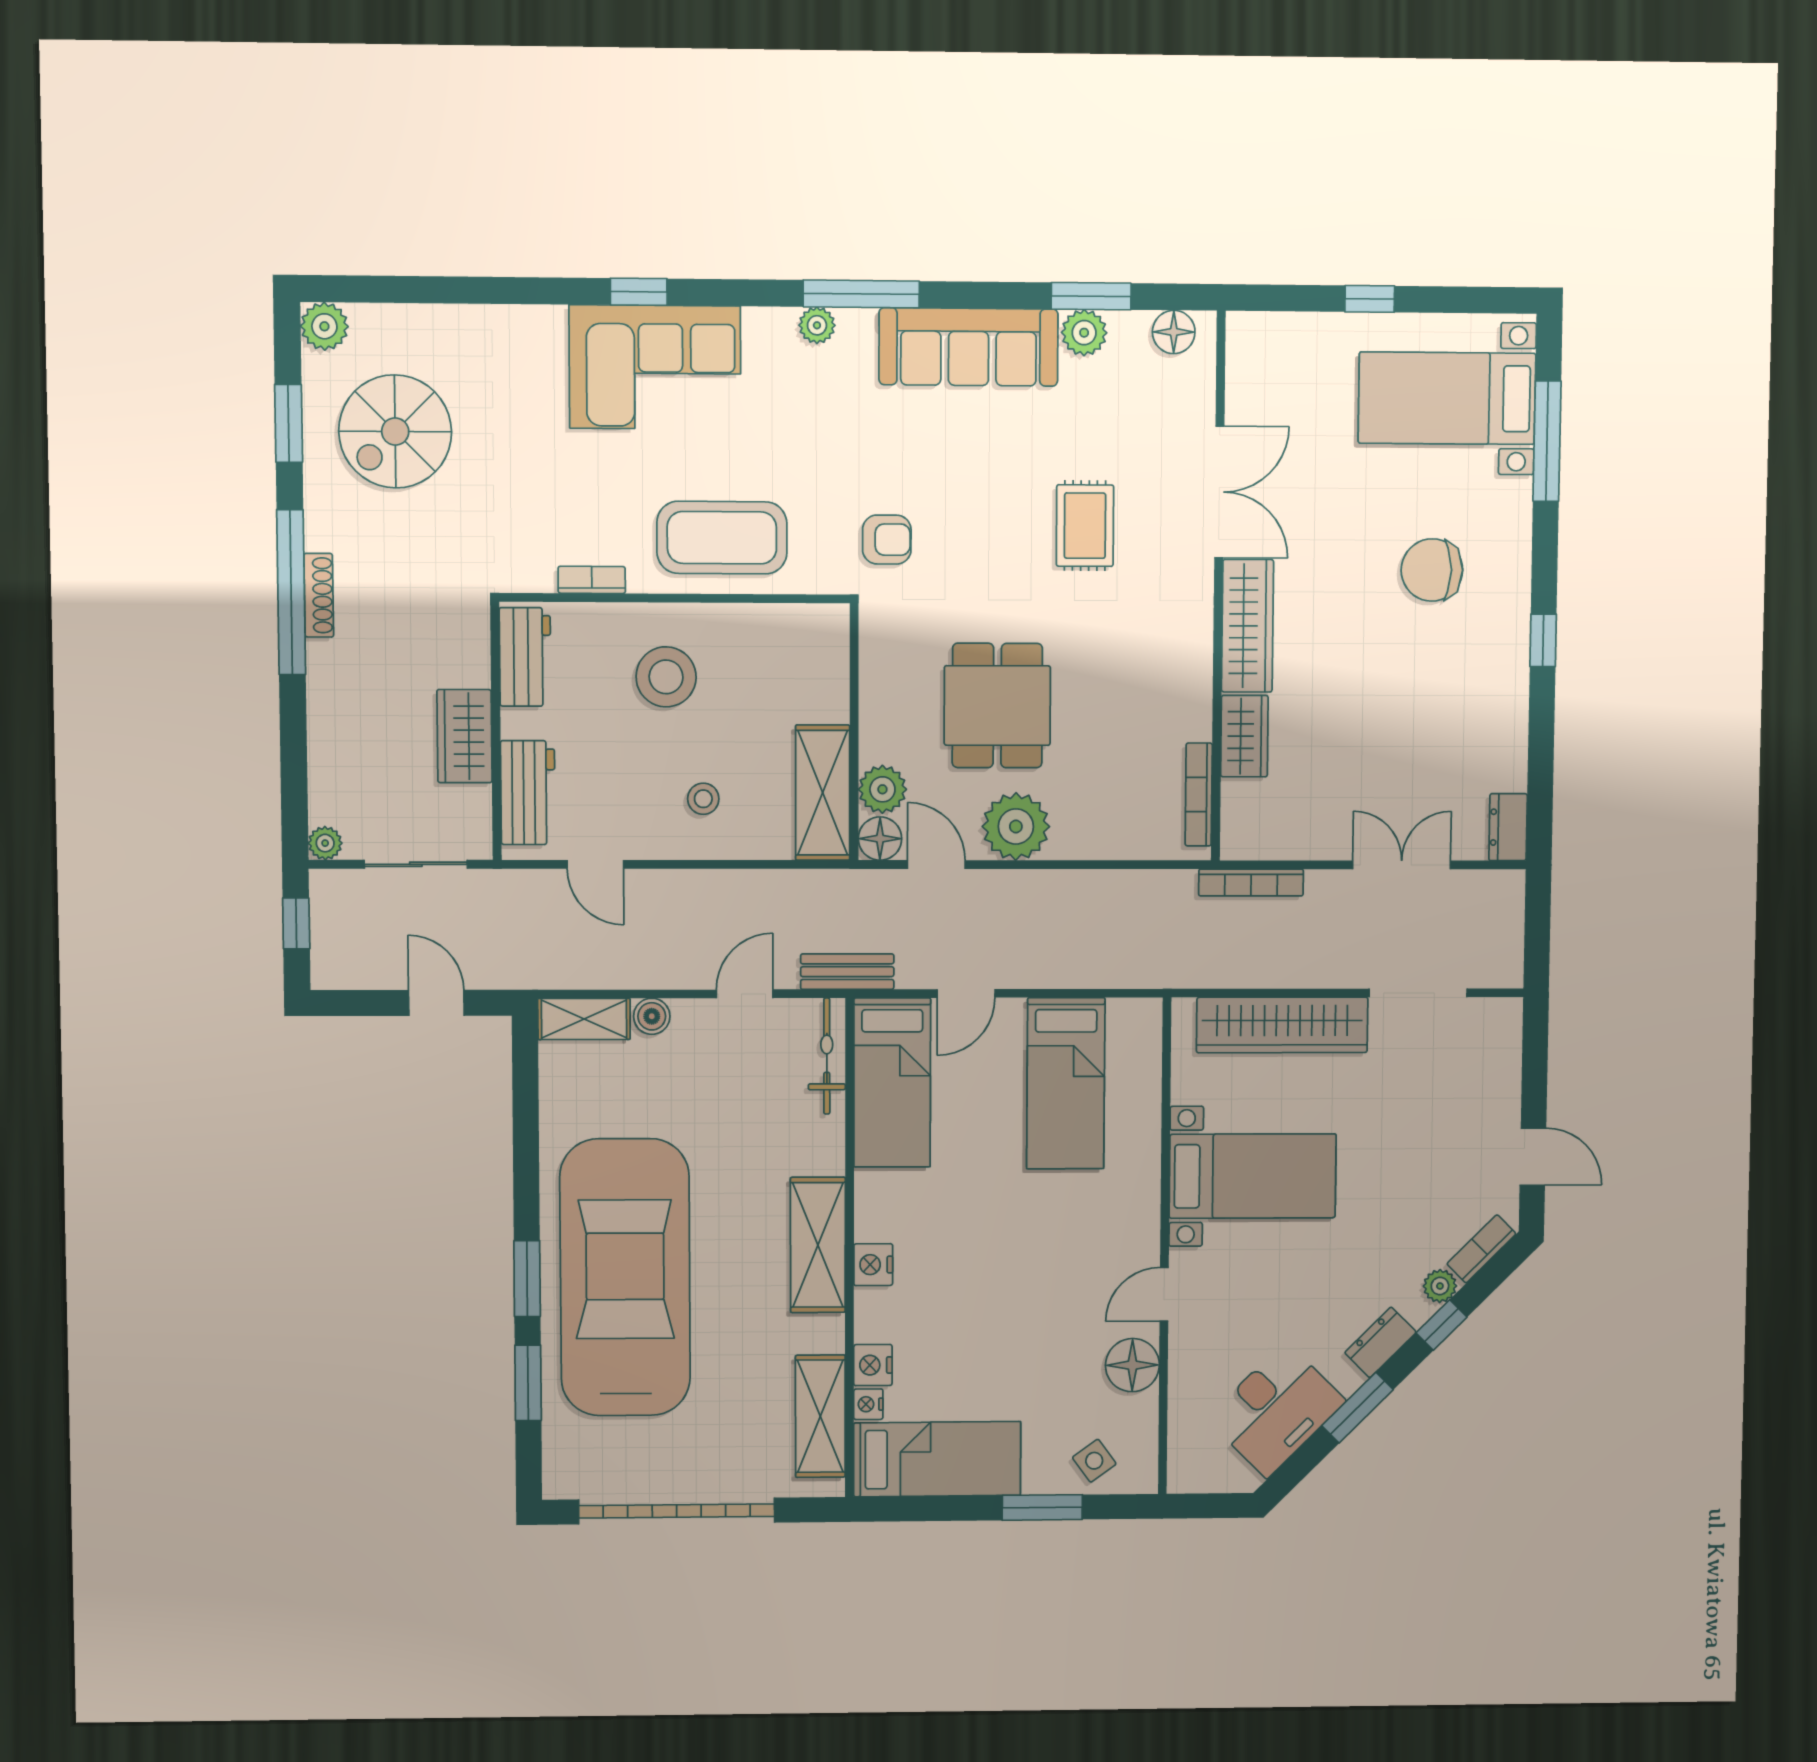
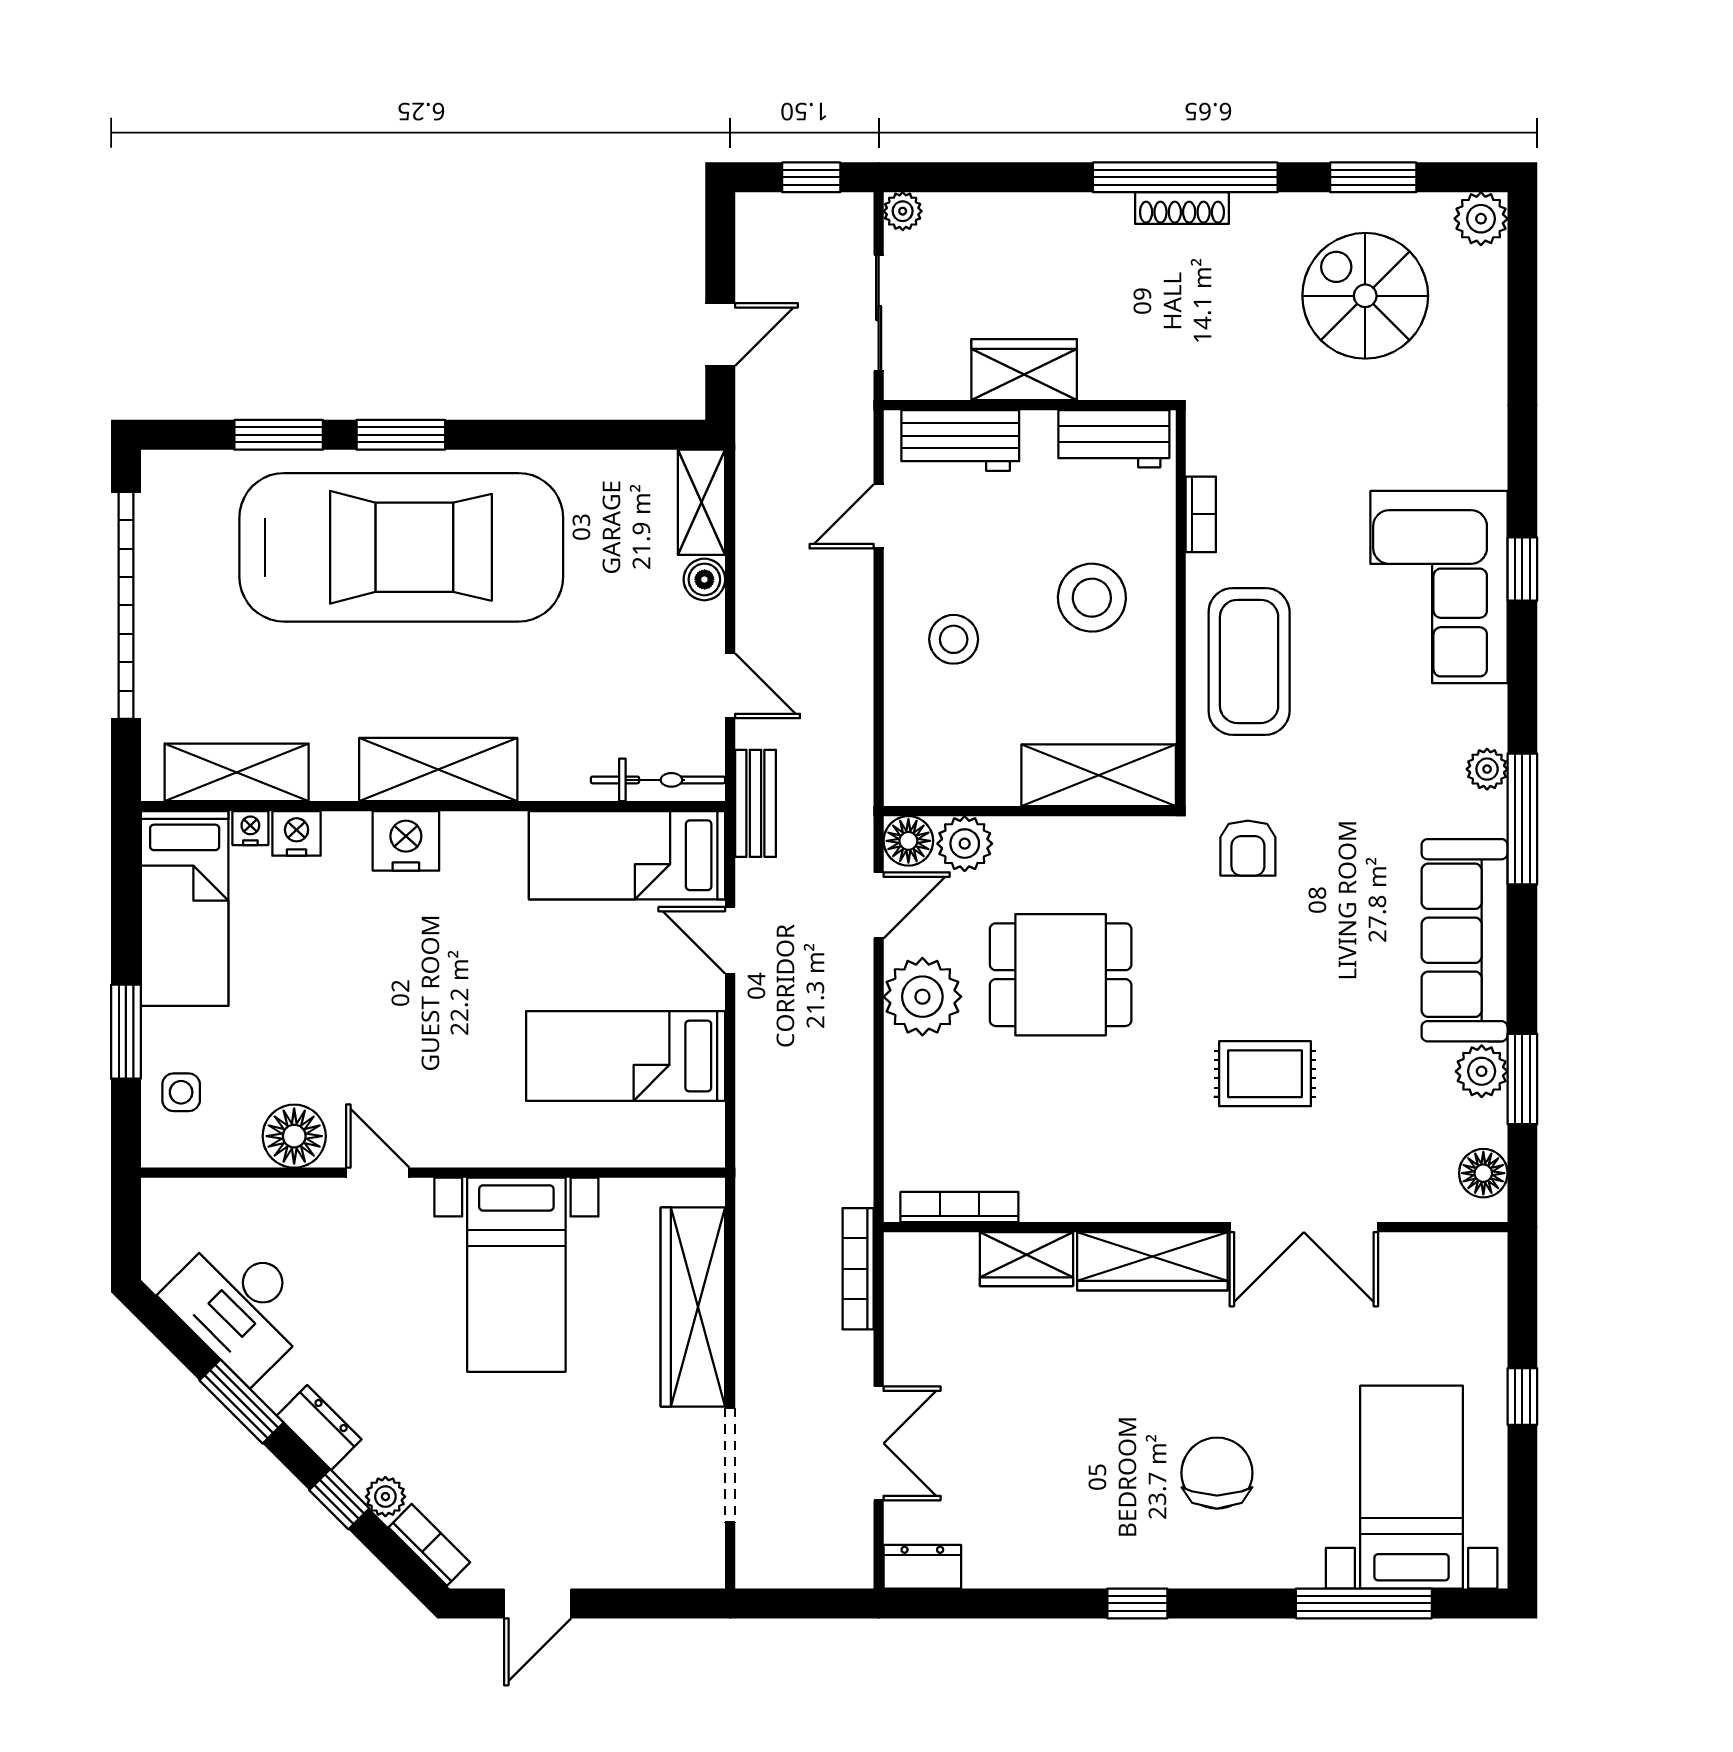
shelving: (823, 793) -> (1099, 775), moved
stool: (703, 799) -> (954, 639), width x1.37, depth x1.37
nightstand: (873, 1265) -> (406, 841), width x1.36, depth x1.33
side table: (1094, 1461) -> (181, 1092), turned 36

